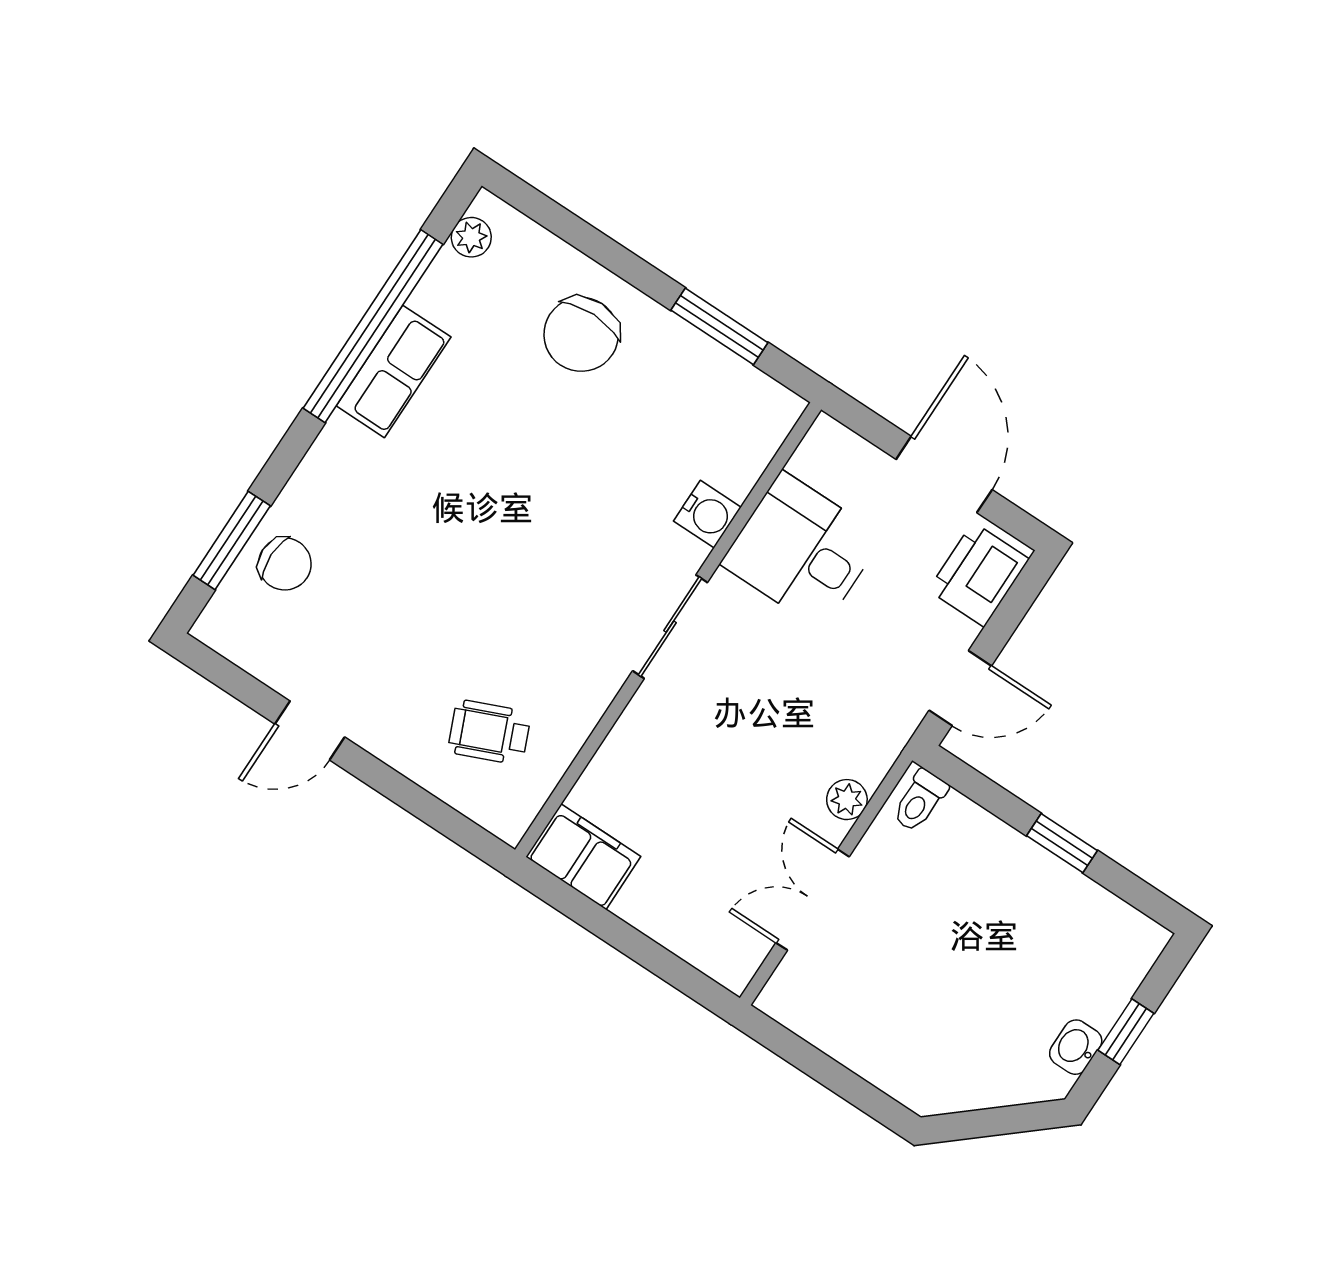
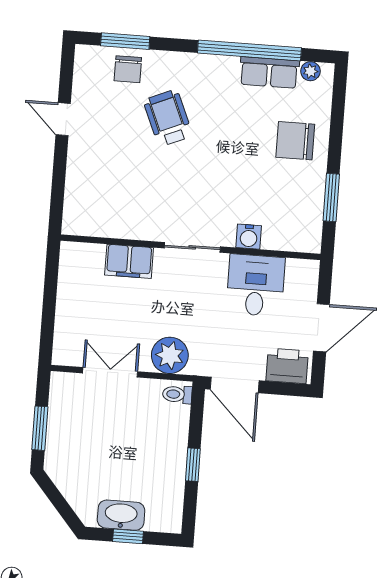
row of seats: (394, 371) -> (269, 72), moved
door: (960, 688) -> (235, 385), width x1.37
wheelchair: (489, 732) -> (168, 118), moved, width x1.36, depth x1.37
plant: (847, 800) -> (170, 355), width x1.87, depth x1.87
filing cabinet: (583, 857) -> (129, 261), moved, turned 90
washbasin: (1076, 1047) -> (121, 515), width x1.91, depth x1.45
window: (843, 1082) -> (40, 428), added

